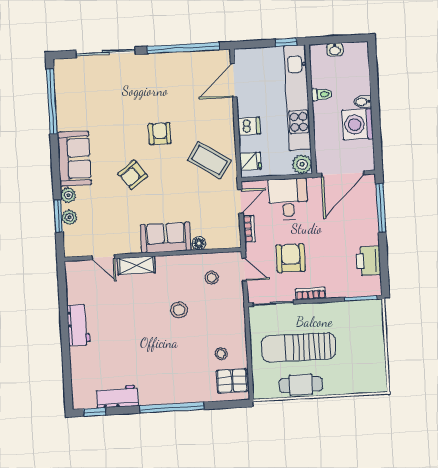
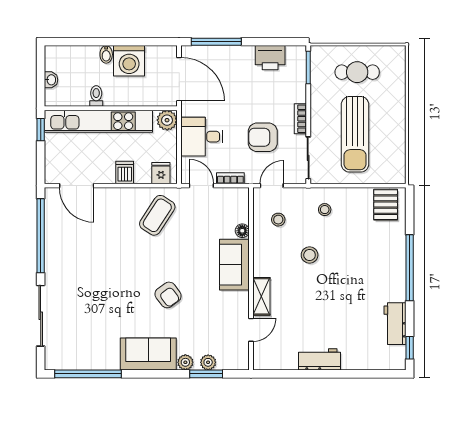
armchair: (160, 134) -> (127, 265), removed
stool: (221, 354) -> (325, 210), moved
cafe table: (301, 385) -> (357, 72), moved, turned 90

